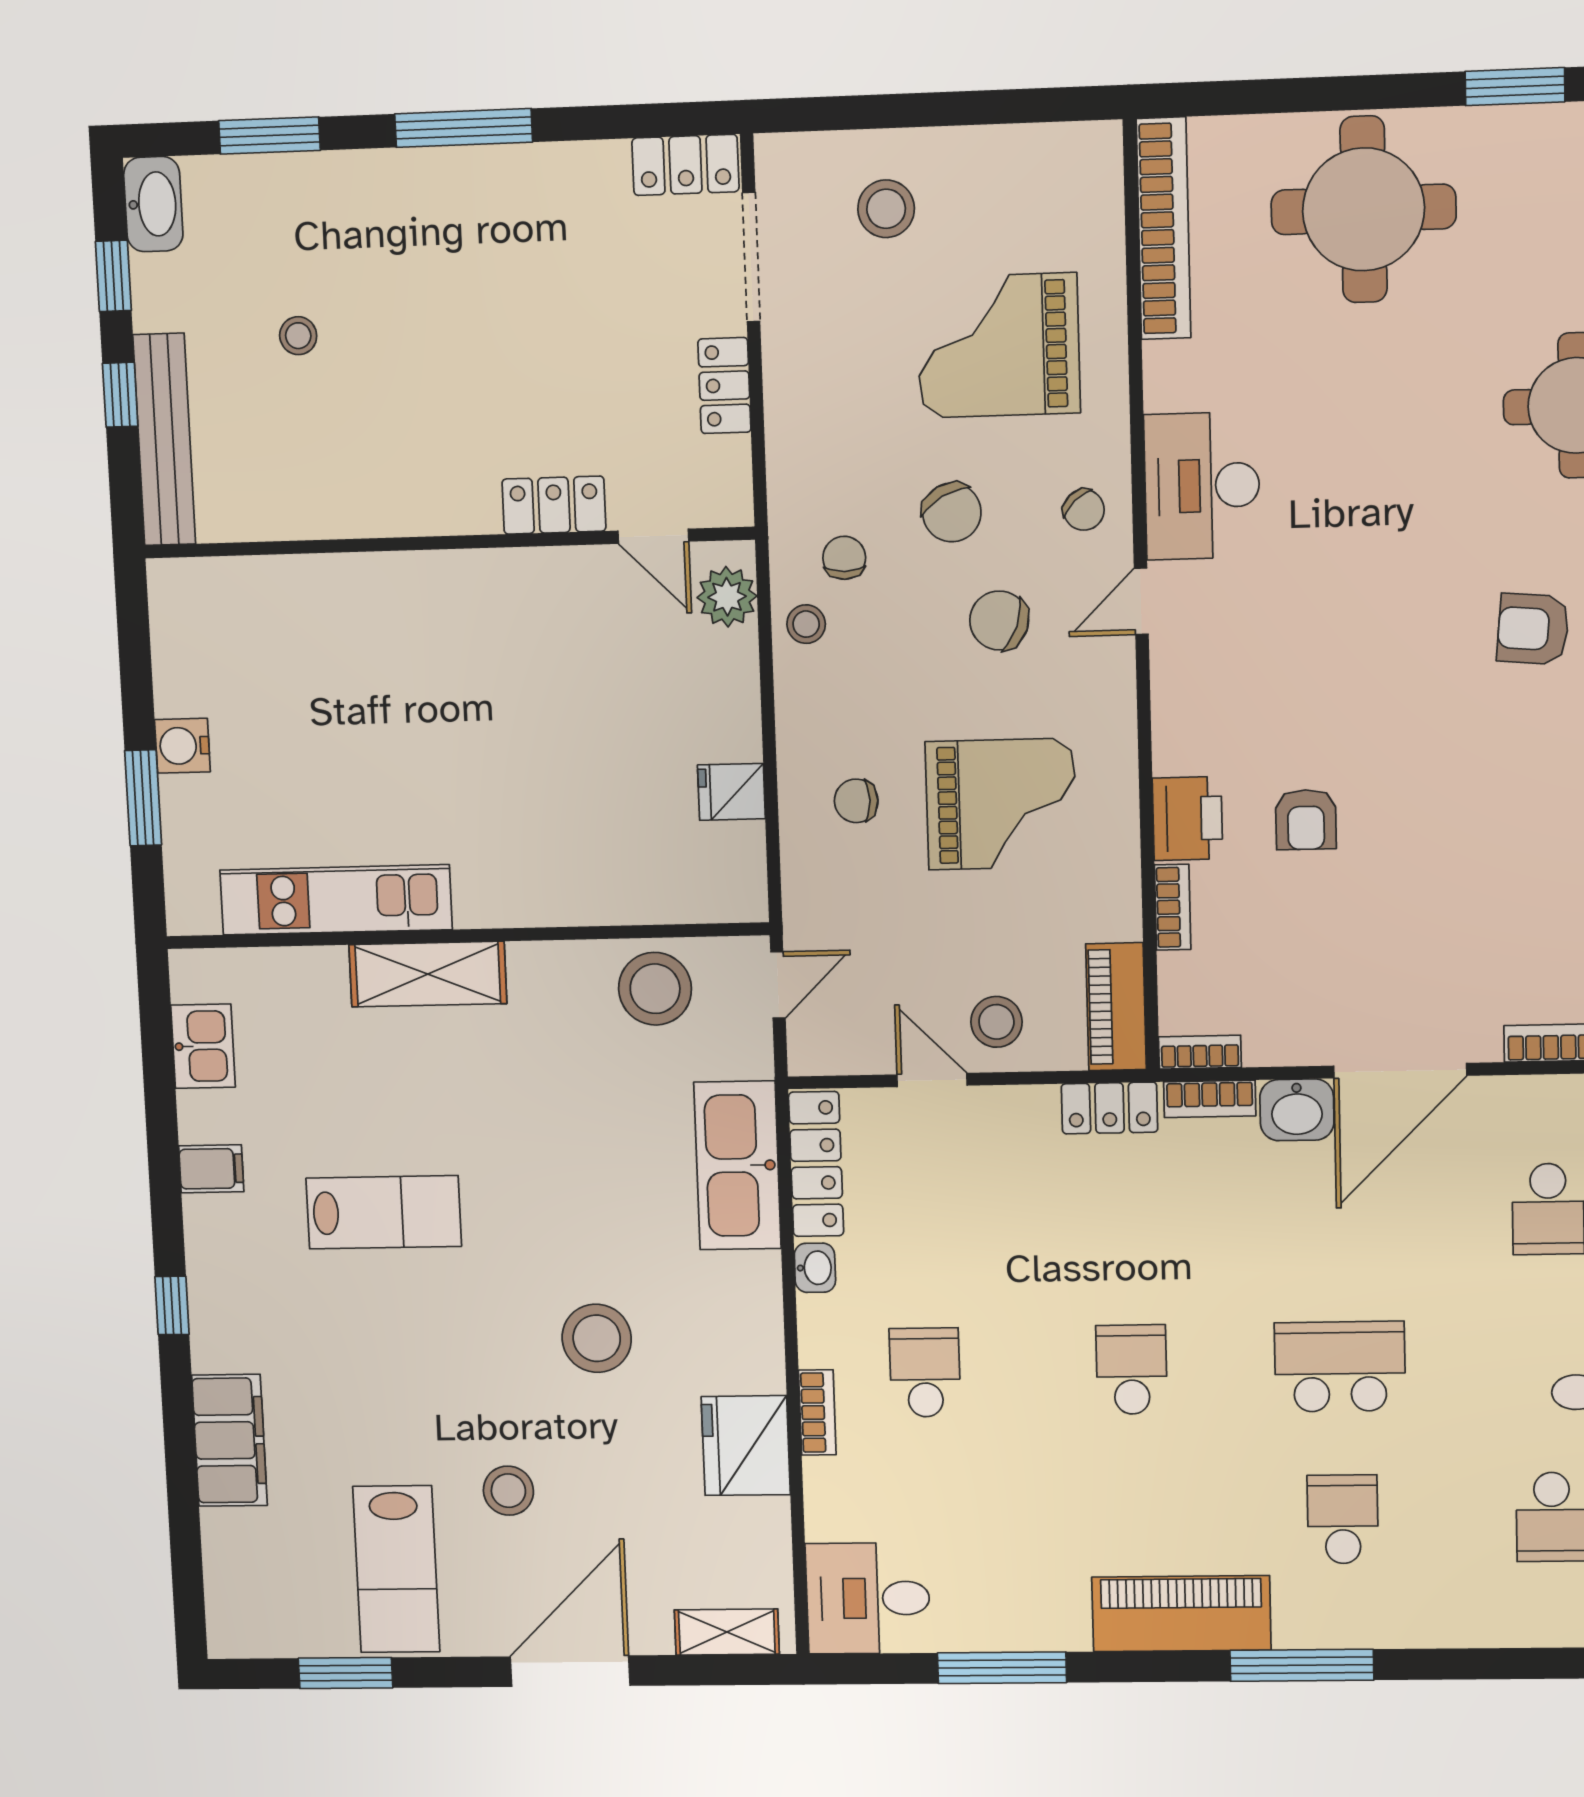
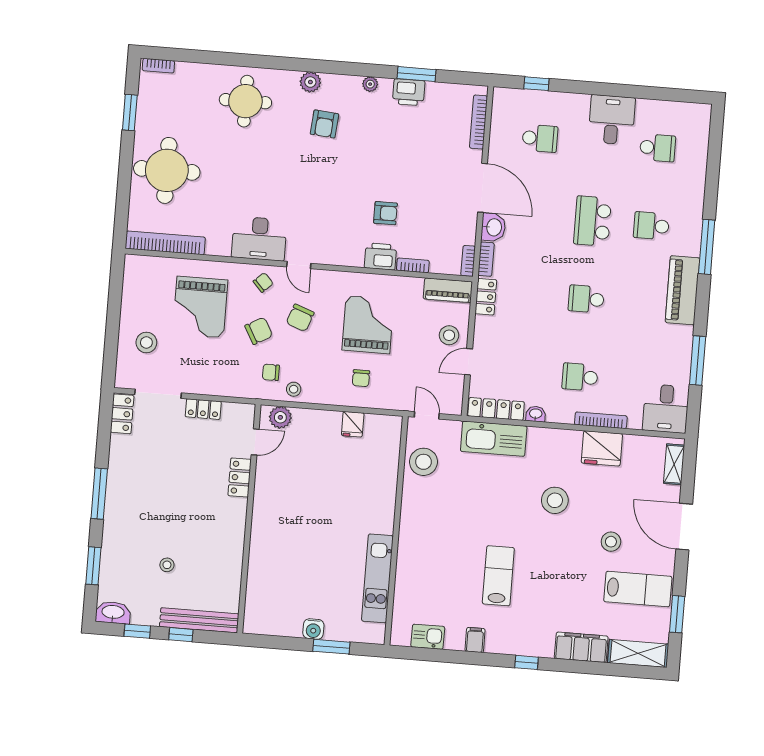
shelving: (428, 974) -> (638, 653), moved, turned 90
bookcase: (817, 1412) -> (601, 420), width x1.56

